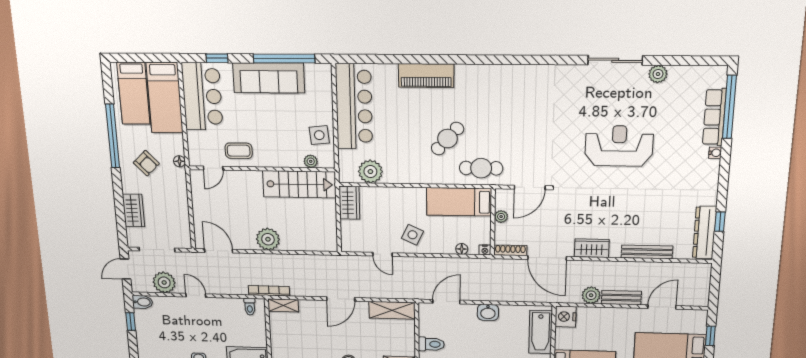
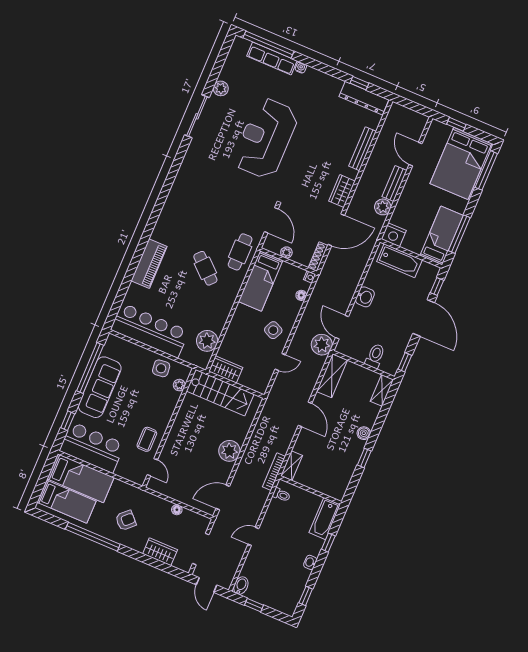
reception desk: (619, 146) -> (266, 138), width x1.36, depth x1.30
floor lamp: (179, 161) -> (177, 510), moved
stairs: (299, 184) -> (220, 393), moved, turned 90
plant: (164, 282) -> (322, 345), moved

